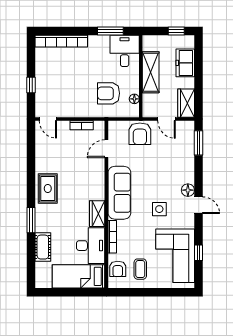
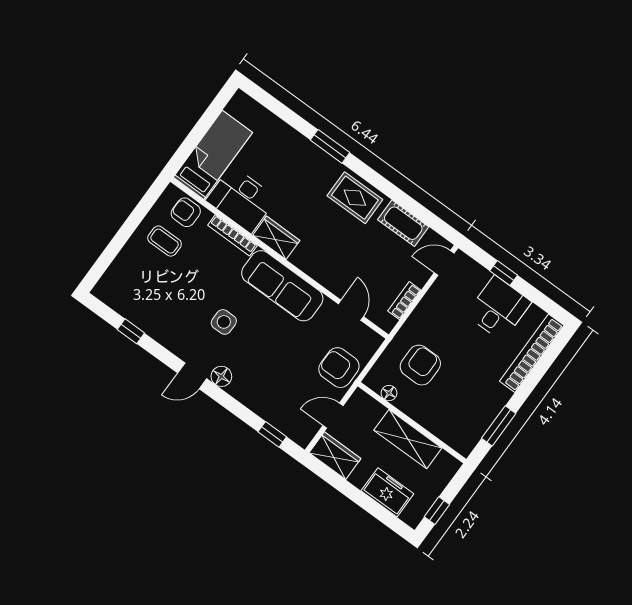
desk: (125, 51) -> (499, 308), moved, turned -90
window: (198, 143) -> (272, 434), width x0.67
cot: (43, 247) -> (403, 223), moved
corner sofa: (175, 256) -> (149, 299), removed

